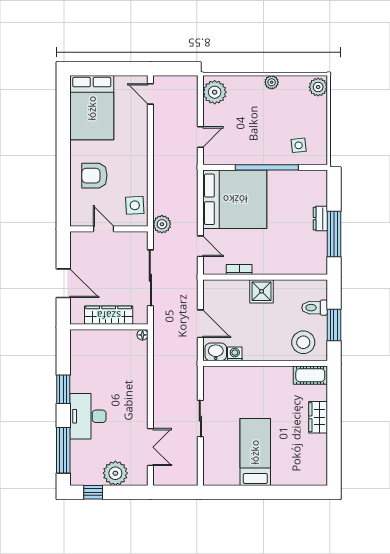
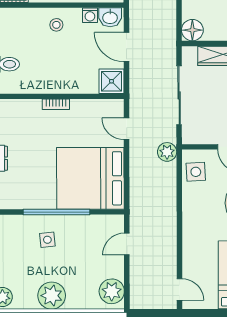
plant: (272, 82) -> (52, 296), width x1.88, depth x1.88
side table: (299, 145) -> (47, 240), moved
bookcase: (239, 270) -> (56, 104), moved
shower: (262, 291) -> (111, 81), moved
floor lamp: (143, 335) -> (192, 30), width x1.89, depth x1.89
stool: (303, 342) -> (56, 25), moved, width x0.53, depth x0.53

